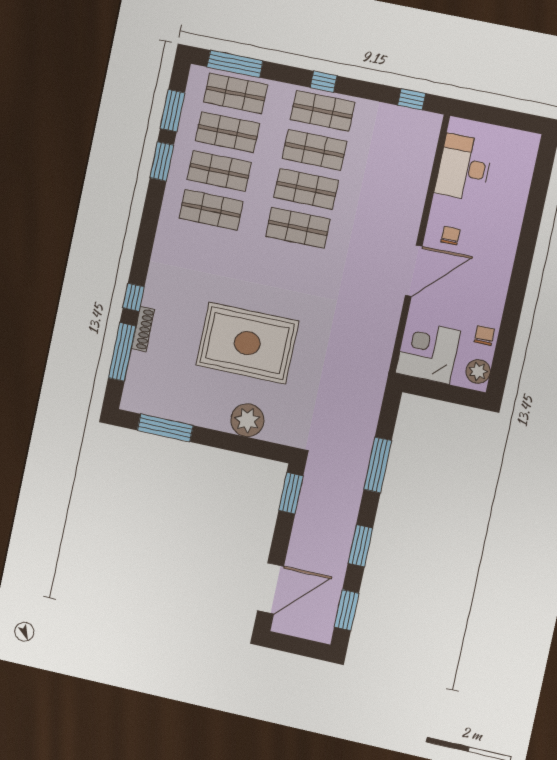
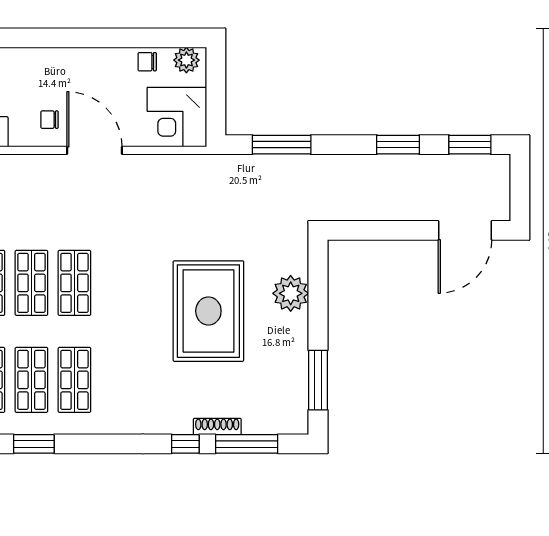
window: (378, 465) -> (282, 145), moved
window: (291, 493) -> (358, 230), removed
door: (271, 588) -> (465, 230), swing flipped

